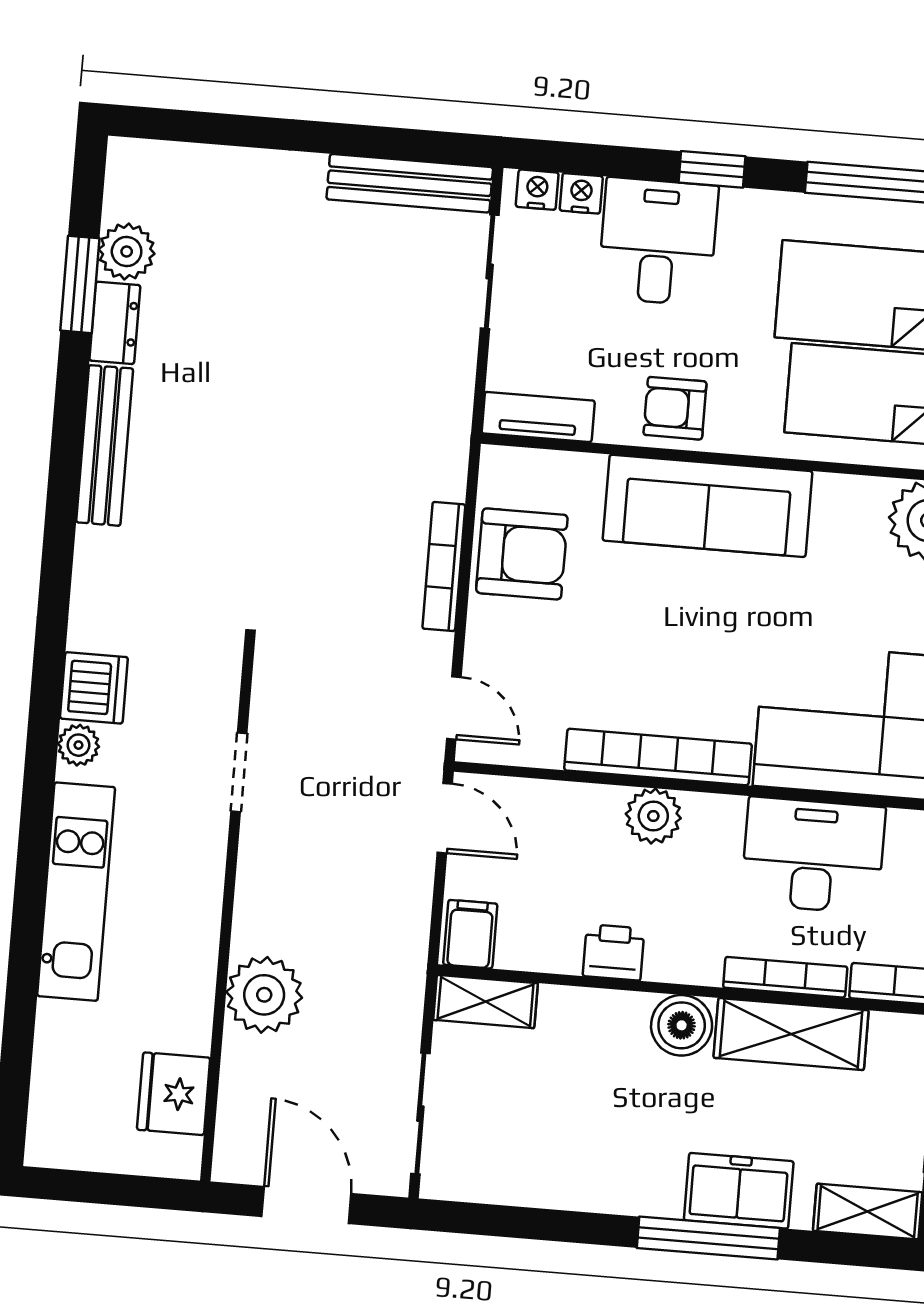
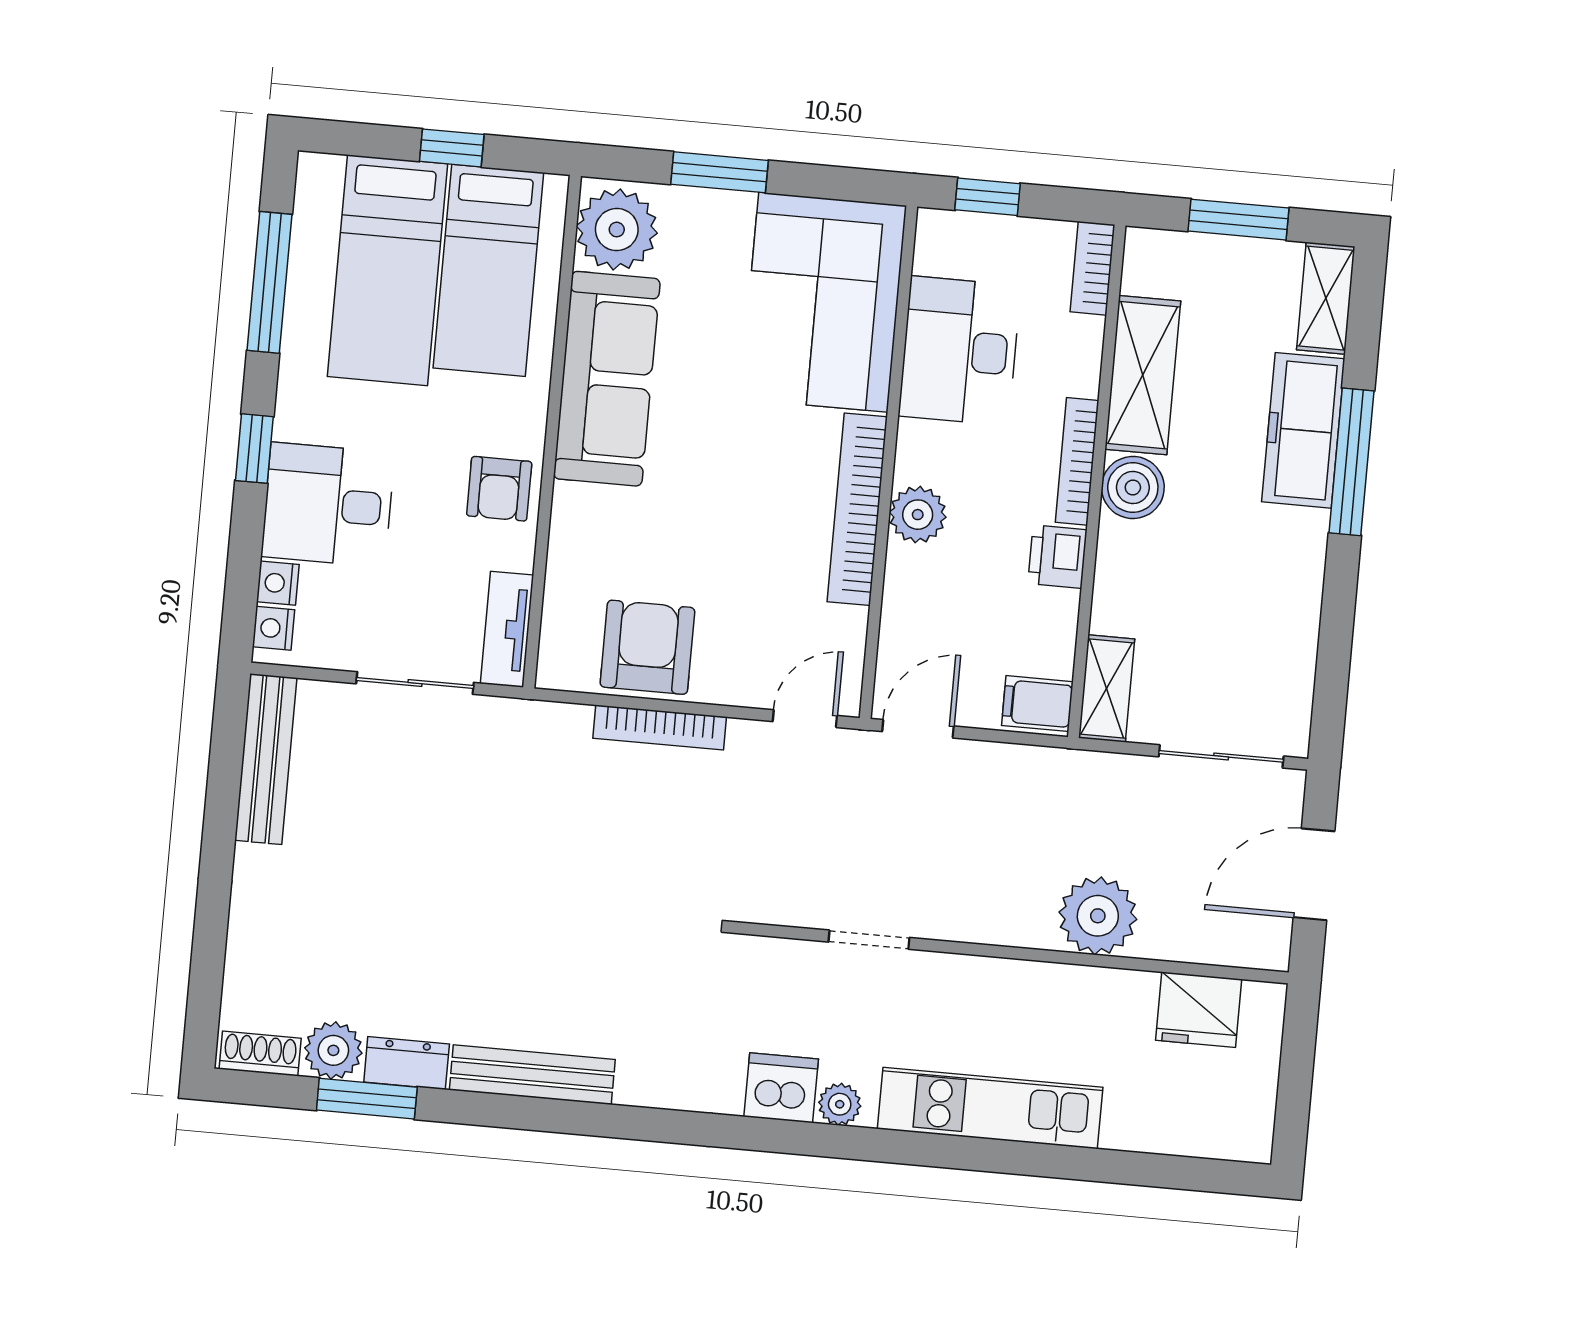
shoe rack: (123, 180) -> (260, 1054), added
sliding door: (490, 272) -> (415, 683), moved
sofa: (708, 506) -> (607, 379), moved
bookcase: (785, 977) -> (1077, 461), moved
freezer: (739, 1191) -> (1303, 430), width x1.40

